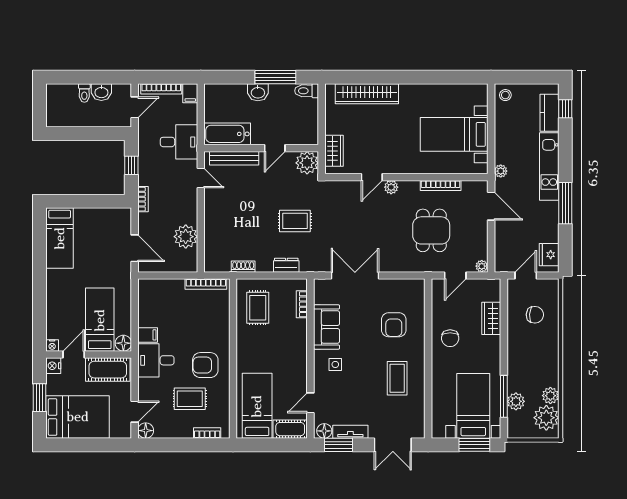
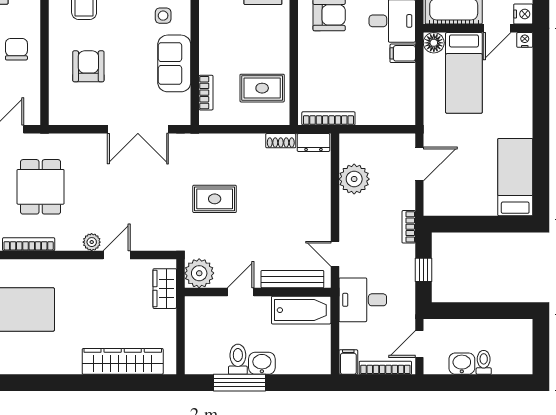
toilet: (307, 91) -> (238, 359), moved, turned -90
door: (135, 248) -> (419, 164), swing flipped
dresser: (286, 265) -> (313, 142), moved
rug: (258, 308) -> (262, 88), turned 90

